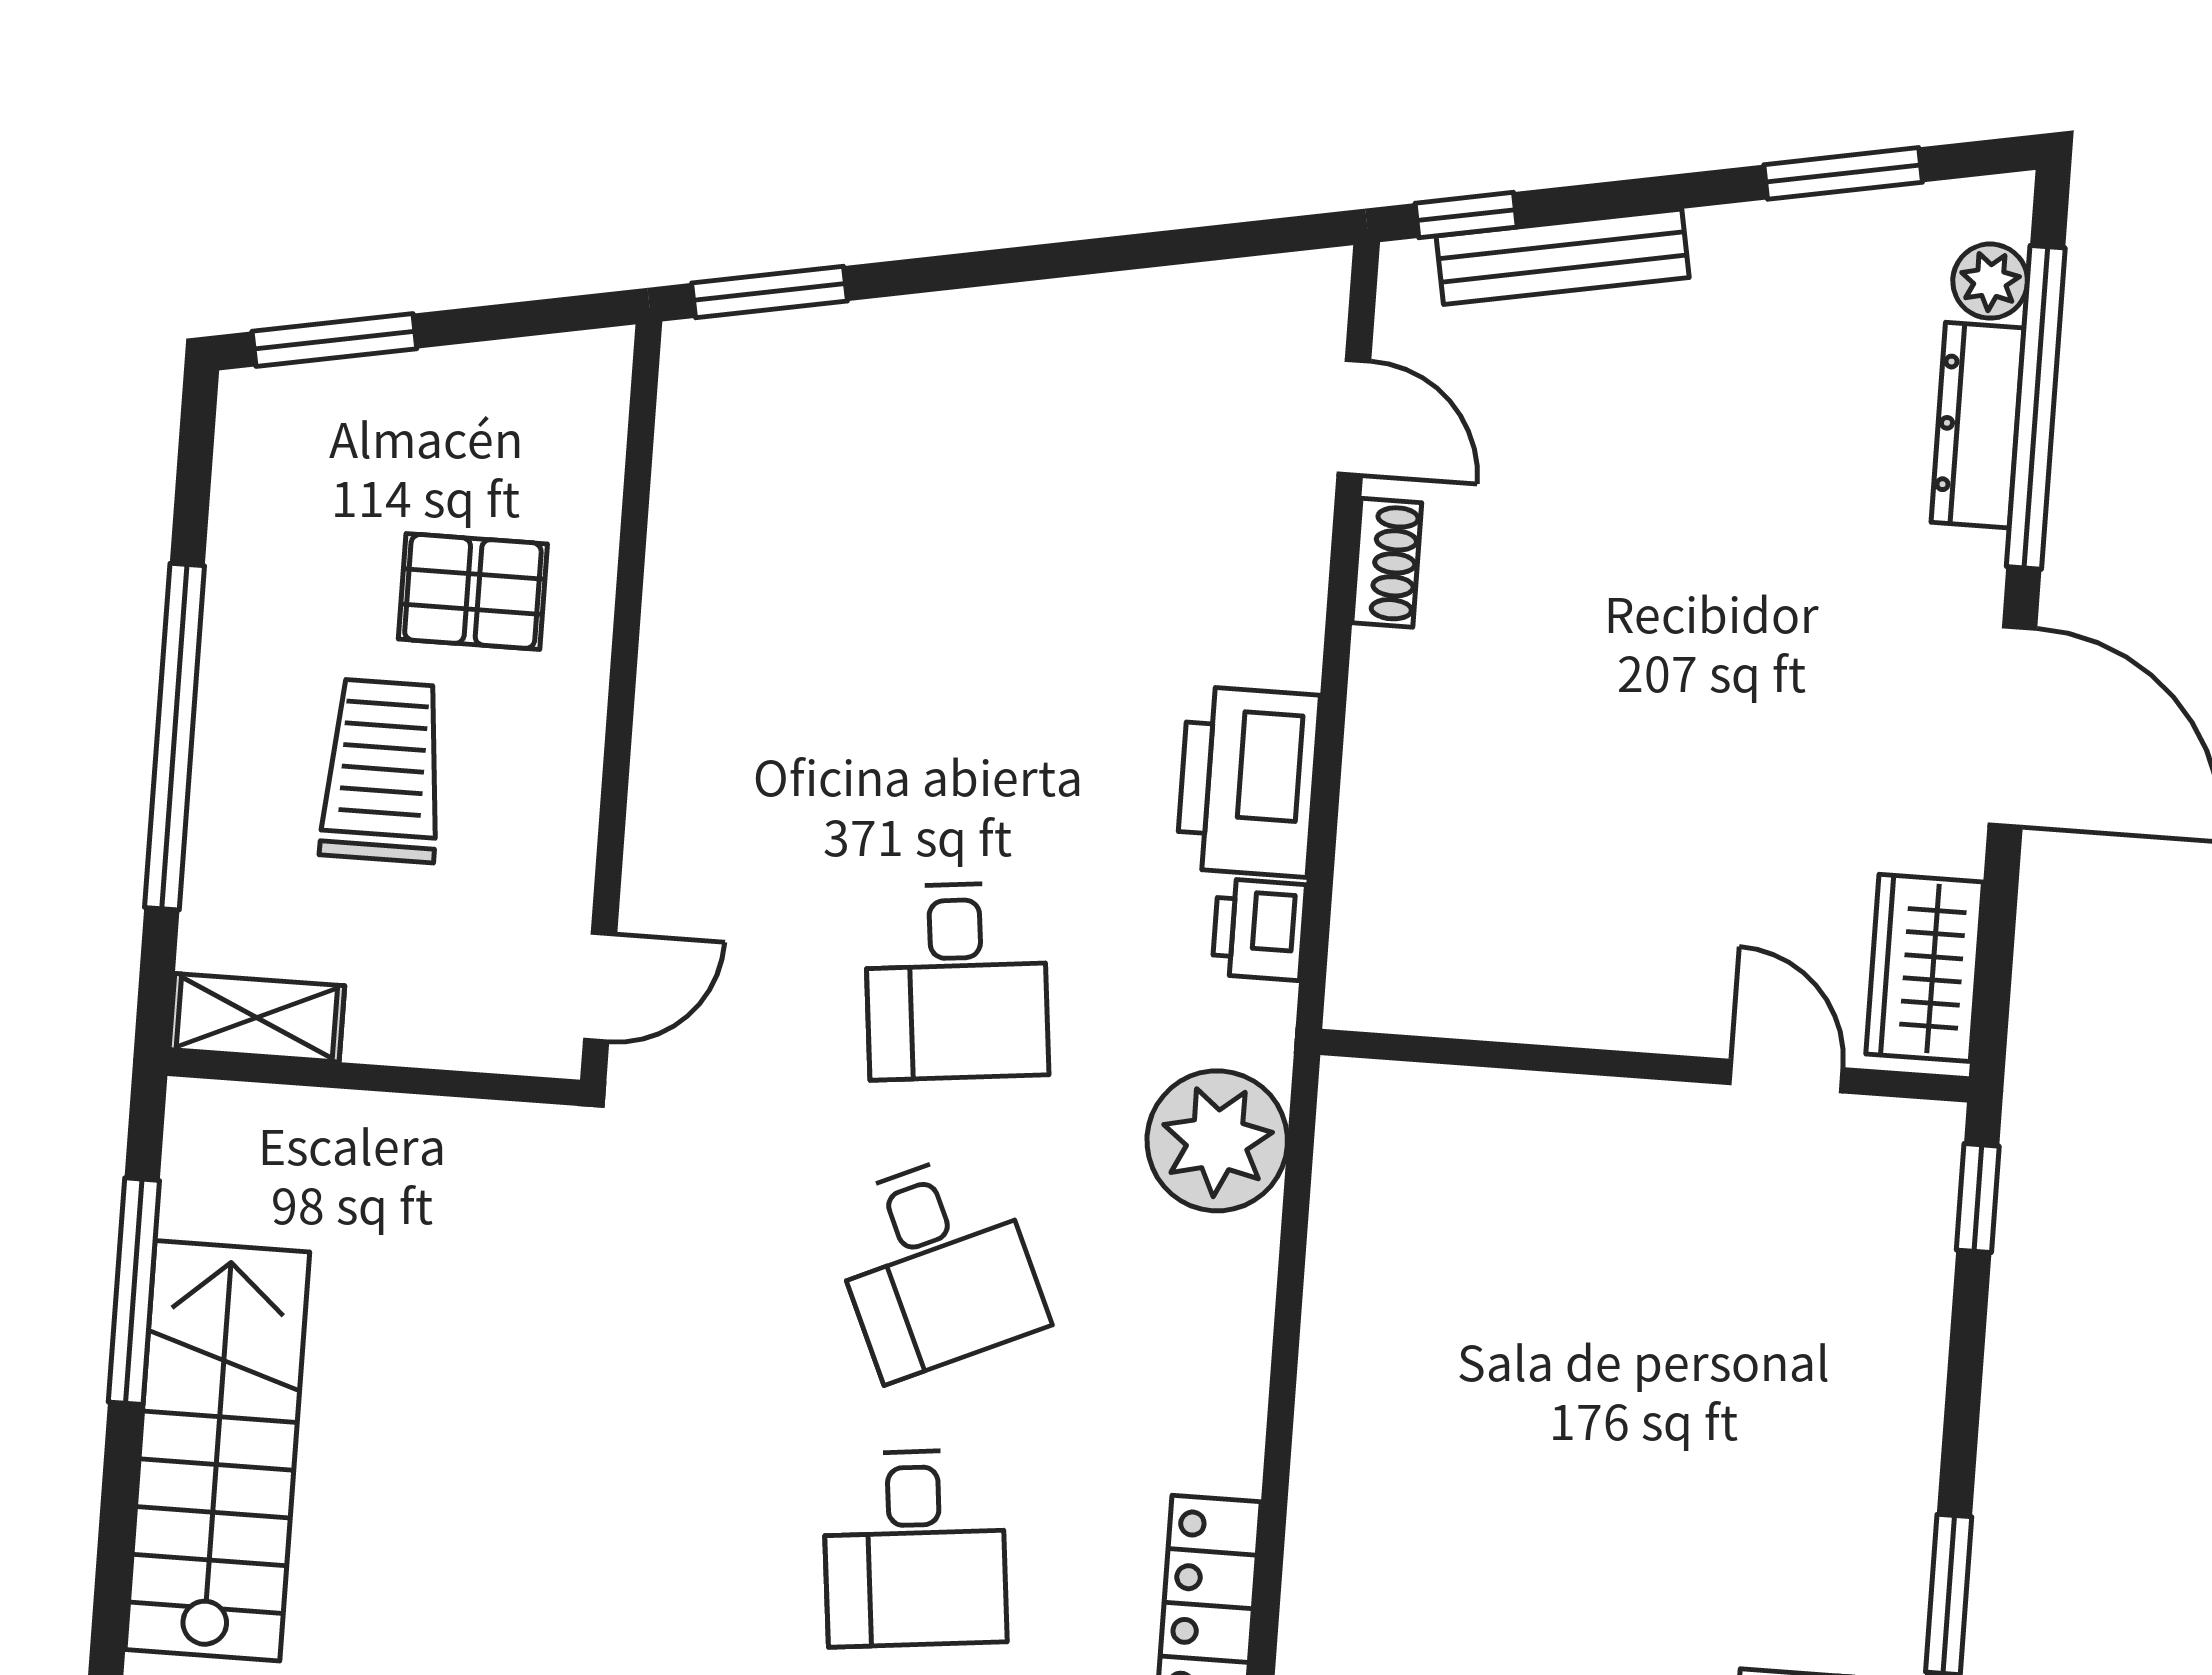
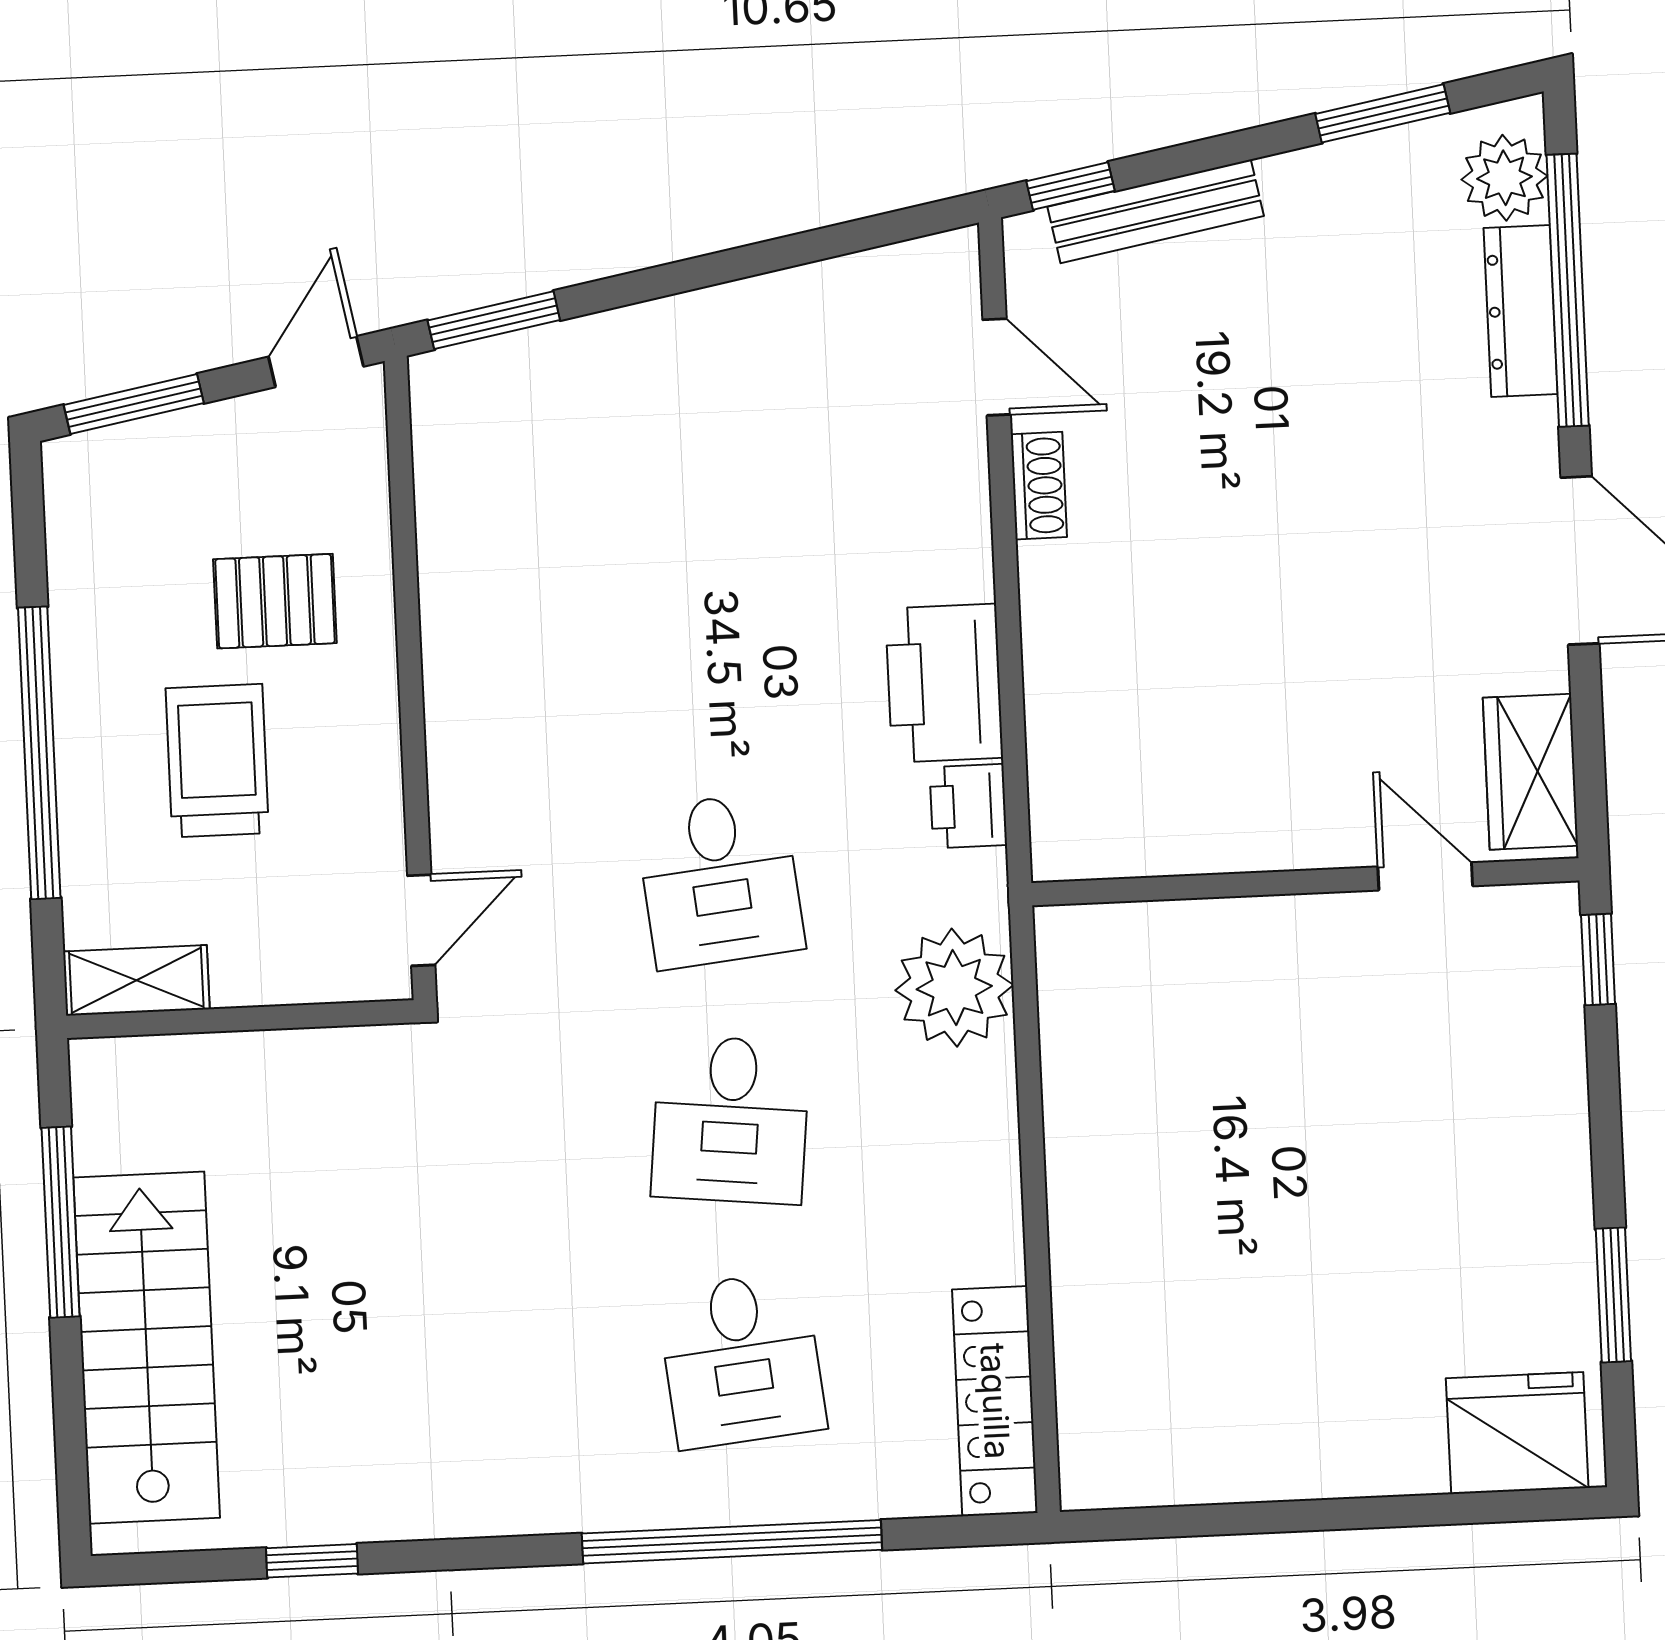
plant: (1990, 281) -> (1504, 178), width x1.38, depth x1.38
door: (555, 316) -> (316, 362), added
desk: (936, 1265) -> (731, 1120), turned 30

